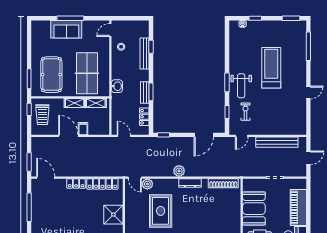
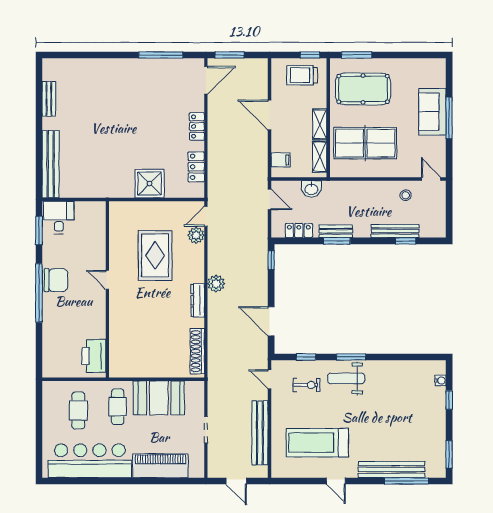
bench: (301, 56) -> (392, 469), added
treadmill: (271, 68) -> (317, 443), moved, turned 180
washbasin: (117, 86) -> (311, 189), moved
filing cabinet: (83, 129) -> (281, 160), moved
door: (68, 136) -> (269, 115), swing flipped
door: (124, 136) -> (269, 199), hinge flipped
locker: (102, 184) -> (196, 167), width x0.66
rug: (161, 211) -> (155, 255), turned 90

